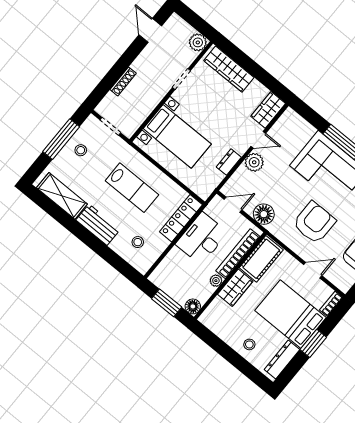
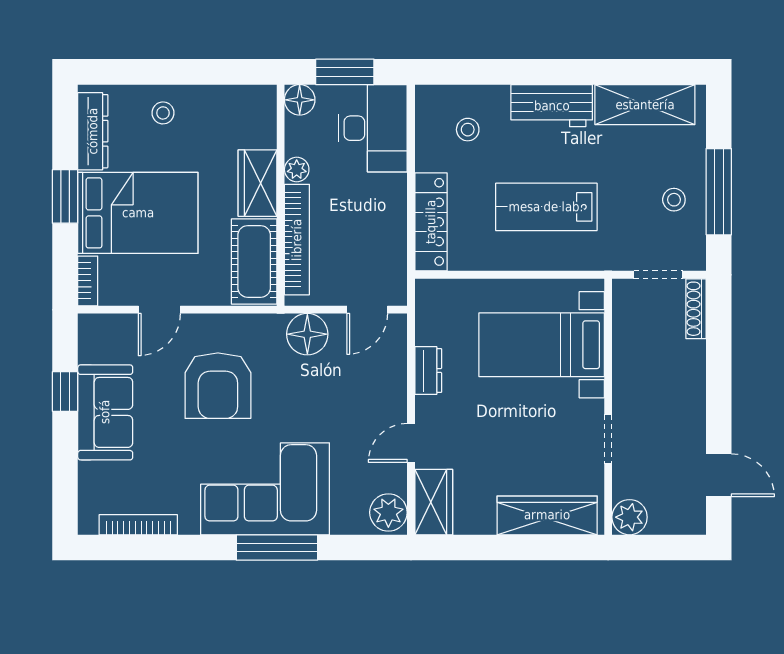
shoe rack: (123, 81) -> (696, 309), moved
plant: (254, 162) -> (388, 512), moved
desk: (202, 238) -> (373, 128), moved

